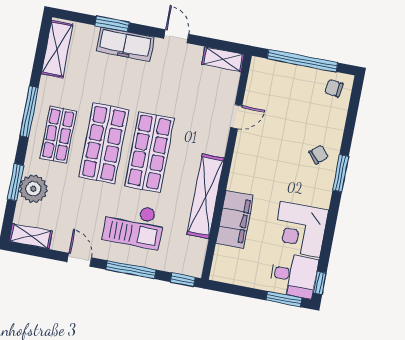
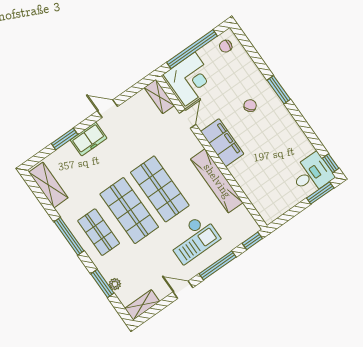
freezer: (125, 44) -> (89, 139), width x0.71
shelving: (223, 59) -> (159, 97), moved, turned 90
chair: (319, 154) -> (250, 106), moved
plant: (33, 189) -> (115, 284), width x0.53, depth x0.53
filing cabinet: (235, 219) -> (222, 143), moved
corner desk: (300, 229) -> (190, 79), moved, turned -90

